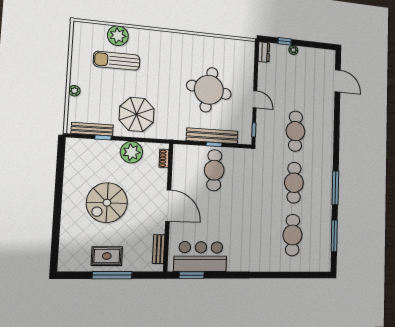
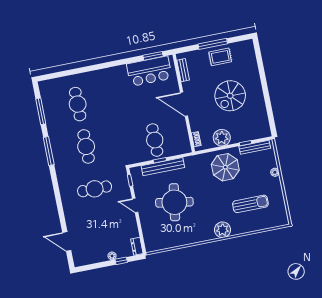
plant: (118, 36) -> (222, 230), moved
cafe table: (295, 131) -> (95, 189), turned 90
spiral stairs: (107, 203) -> (230, 96), turned 180

